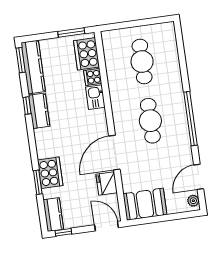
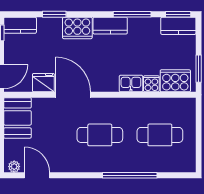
kitchen counter: (33, 67) -> (178, 26), width x0.67
window: (27, 106) -> (132, 14), width x2.17
kitchen counter: (39, 111) -> (110, 26), moved
window: (190, 119) -> (130, 175), moved
cooker: (50, 173) -> (77, 28), moved

